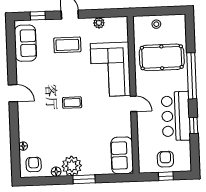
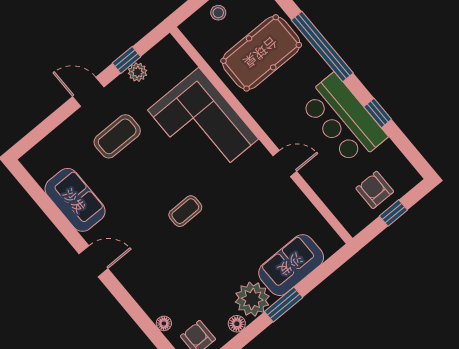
window: (38, 16) -> (126, 60), moved
sofa: (25, 43) -> (75, 200), moved
door: (133, 104) -> (285, 163), moved
sofa: (122, 155) -> (291, 265), moved, turned 90

